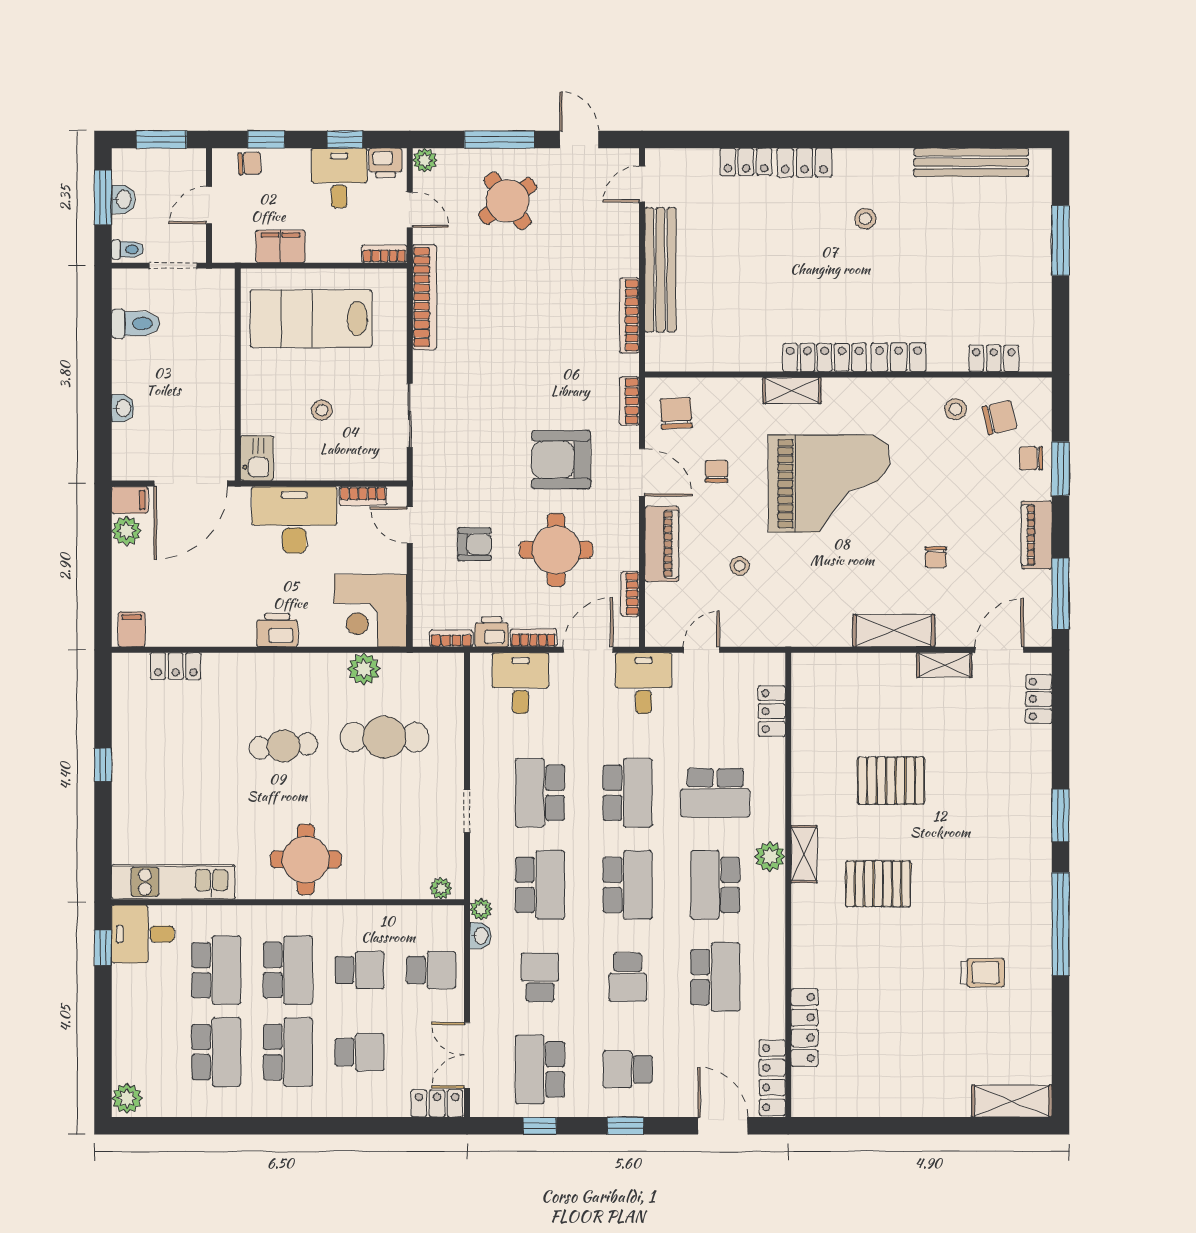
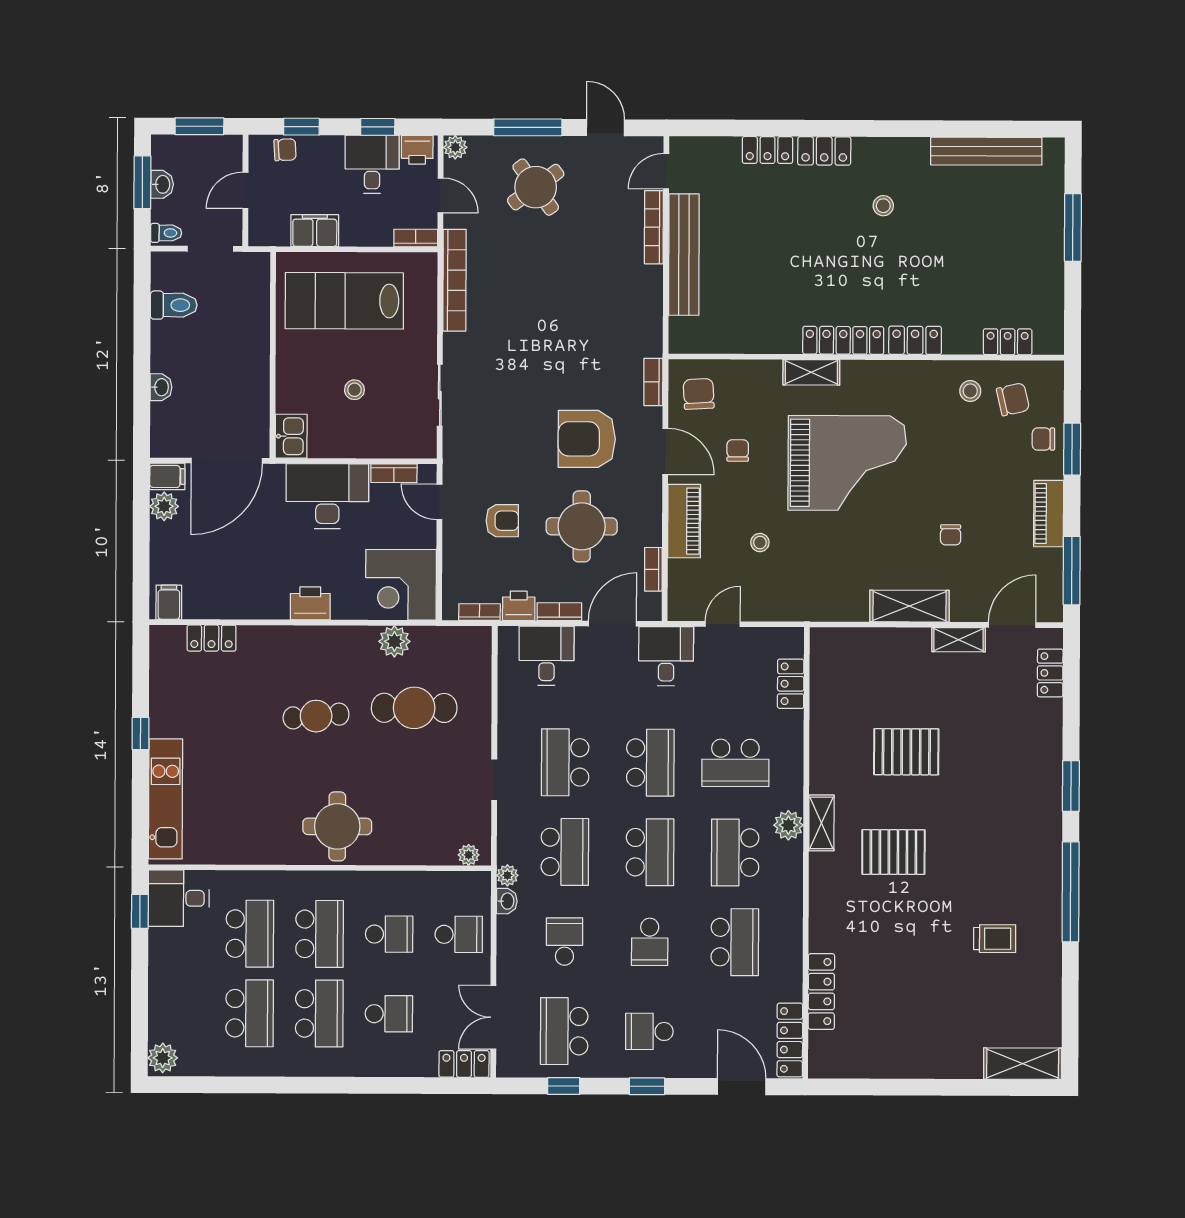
bookcase: (629, 315) -> (654, 227), moved
kitchen unit: (173, 882) -> (166, 799), moved, turned 90

